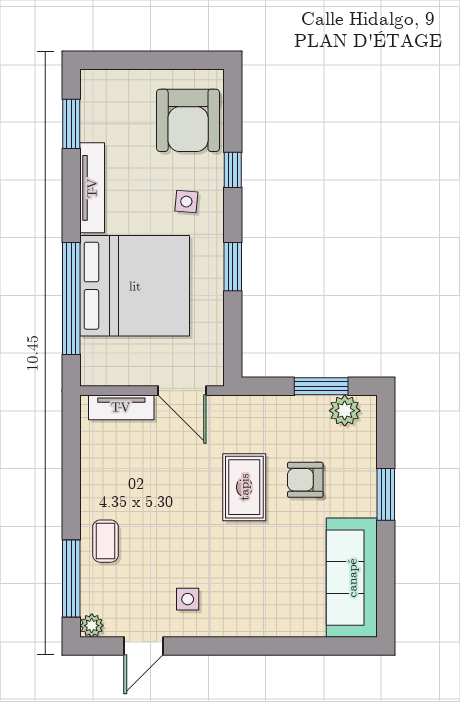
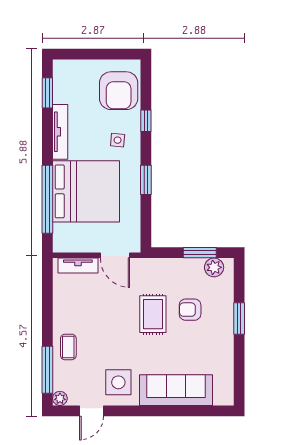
sofa: (352, 578) -> (176, 390), moved, turned 90
side table: (188, 599) -> (118, 382), width x1.87, depth x1.87

